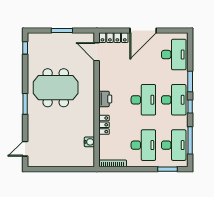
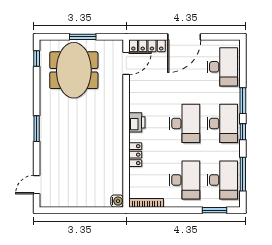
door: (97, 52) -> (126, 63), swing flipped
meeting table: (56, 88) -> (74, 70), moved, turned 90
water cooler: (89, 142) -> (117, 201), moved

